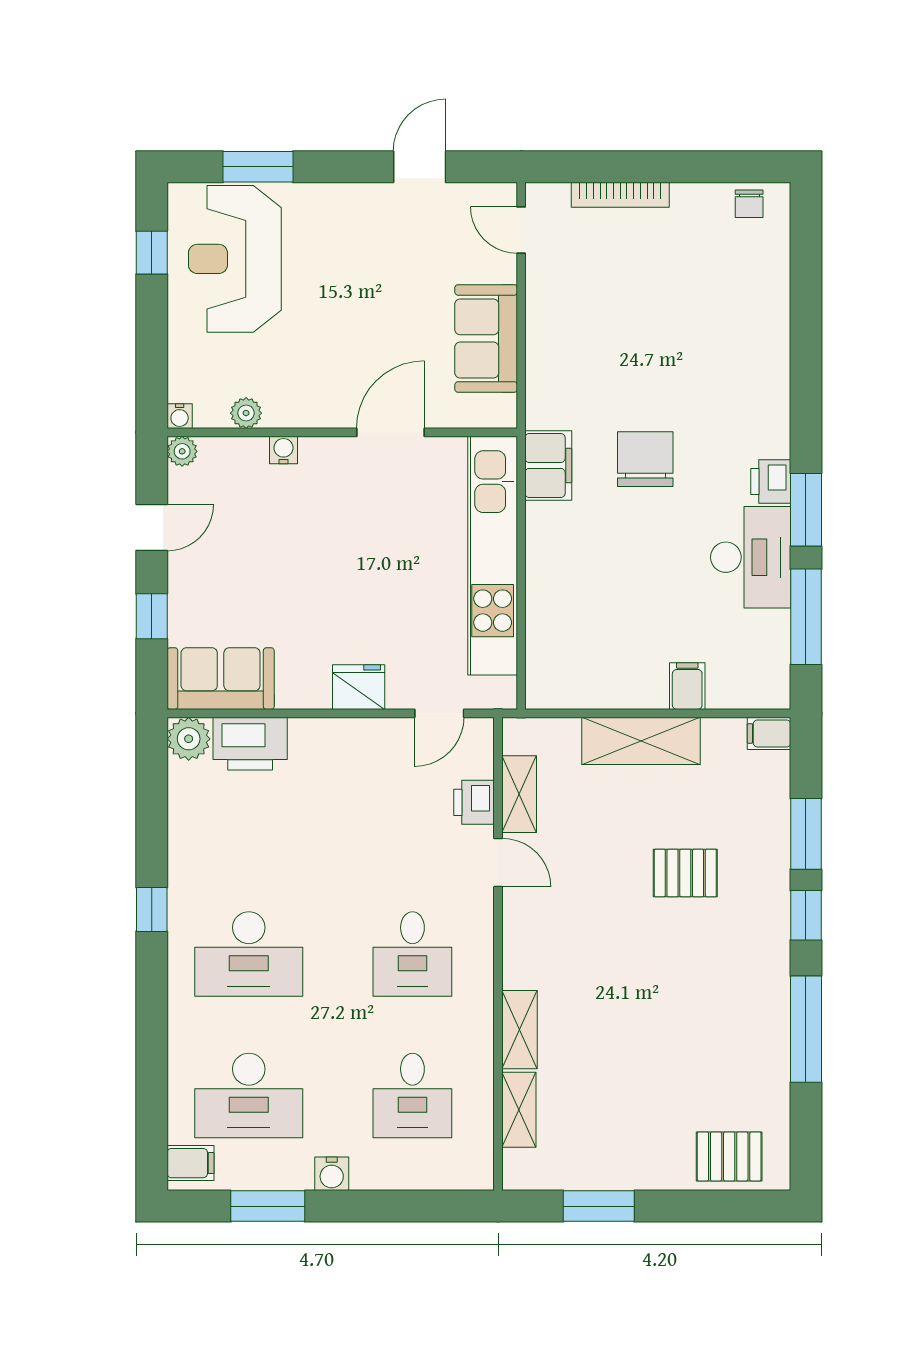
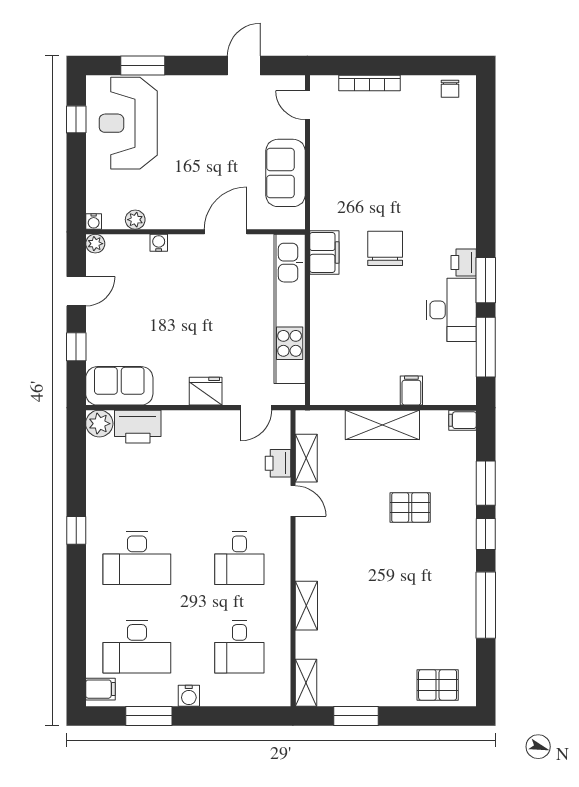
shelving: (519, 1110) -> (306, 683), moved

